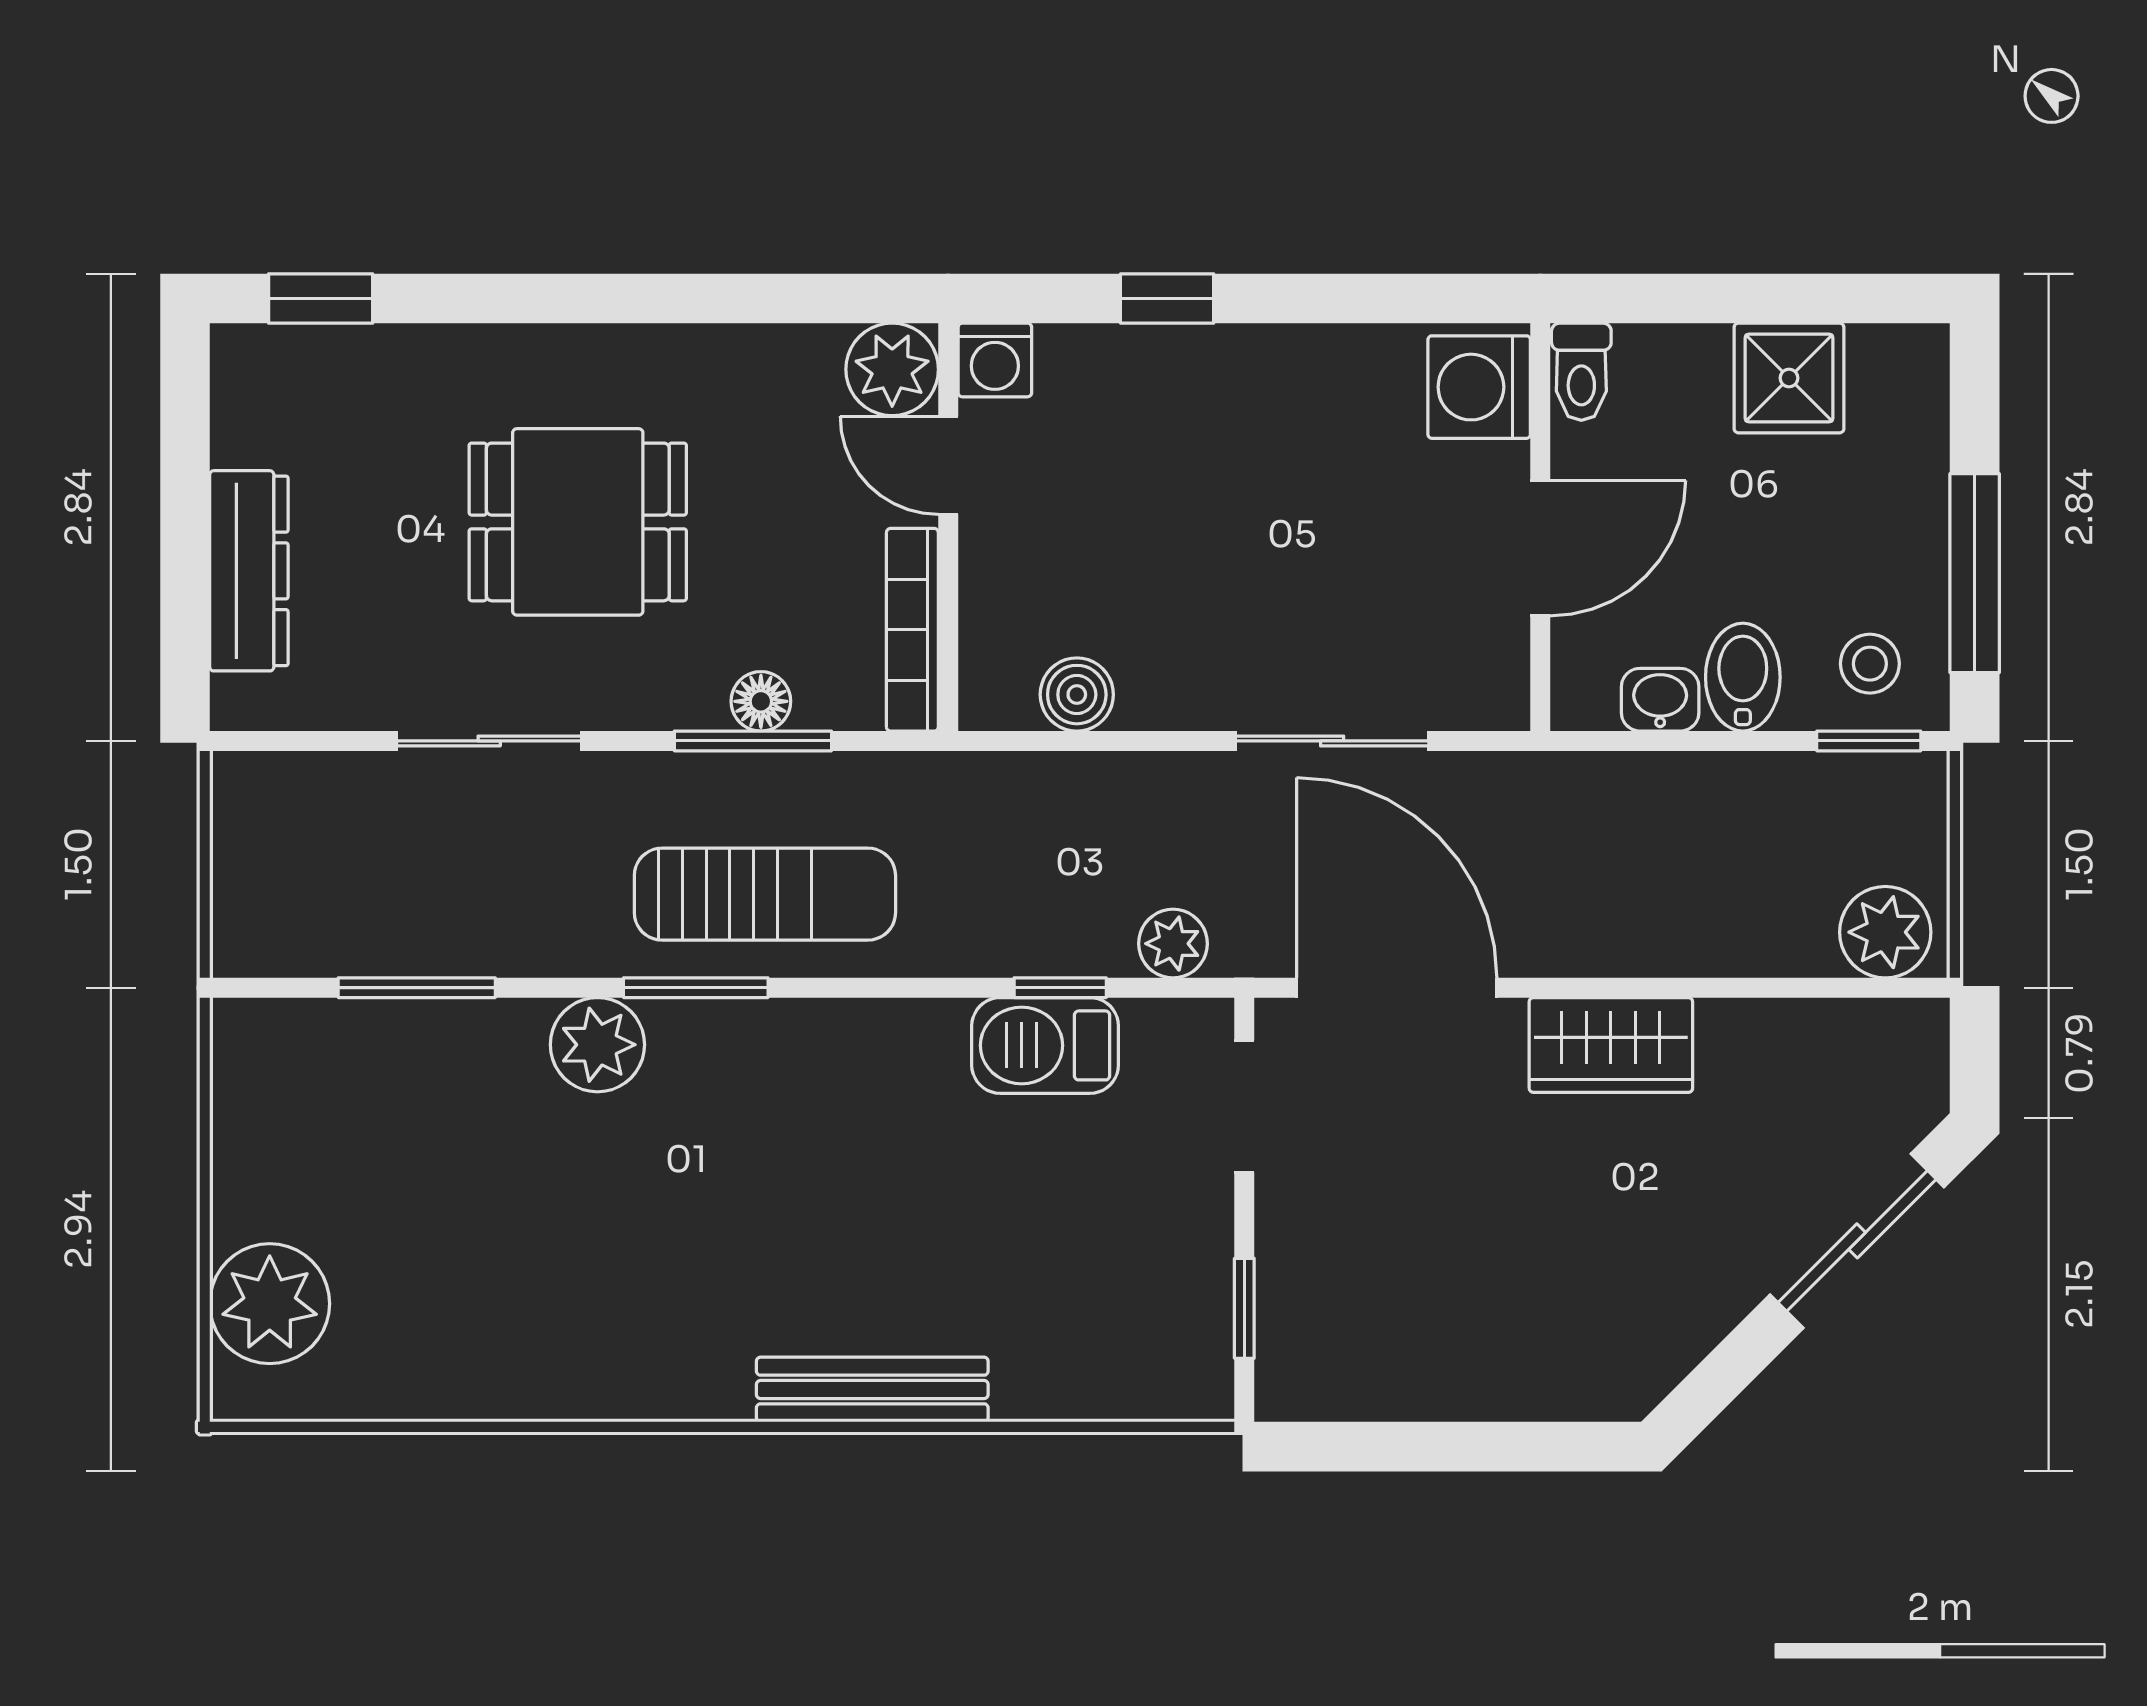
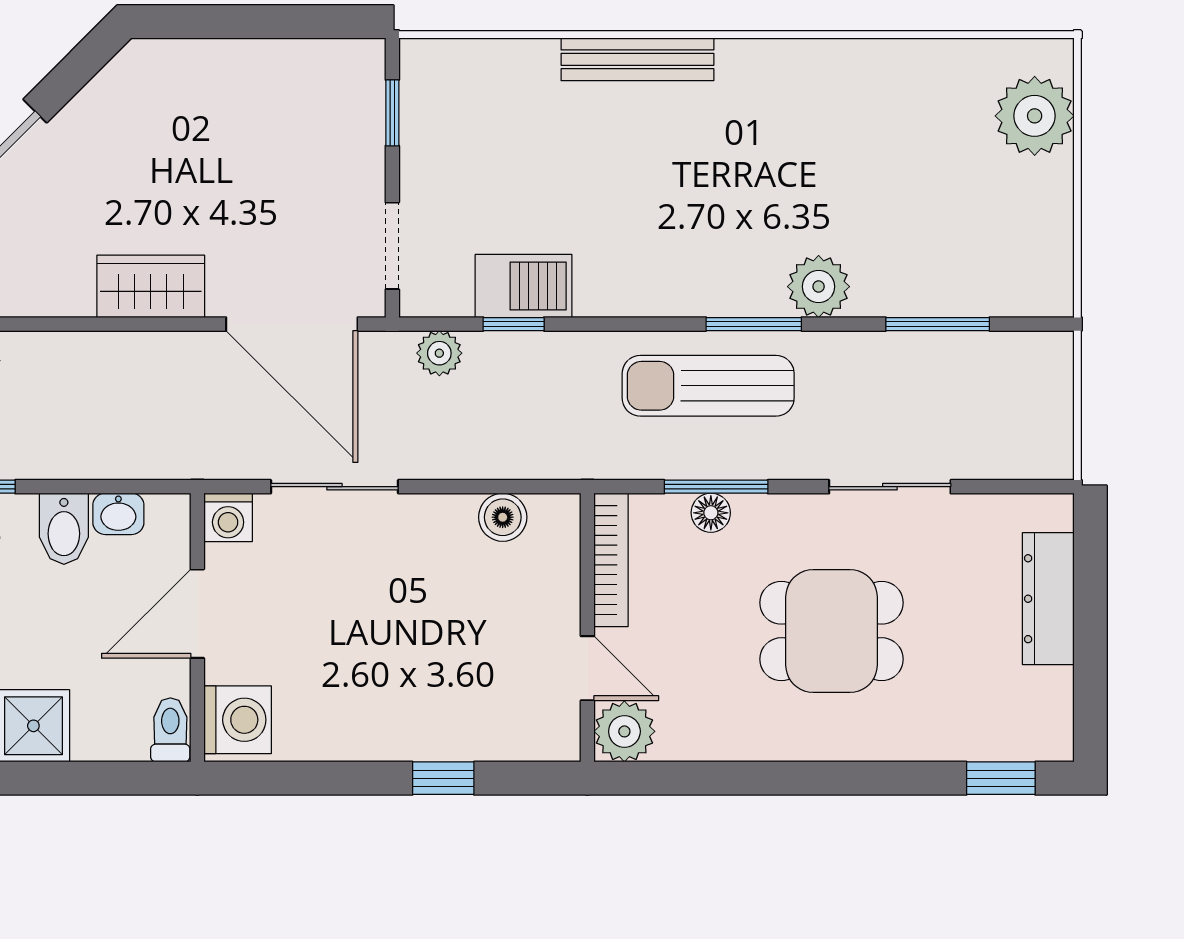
washing machine: (995, 360) -> (228, 517), moved, turned 180

